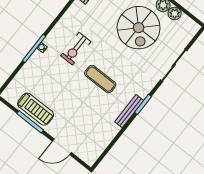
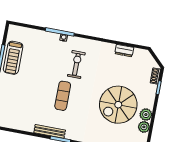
exercise bike: (76, 49) -> (76, 64), turned 90

